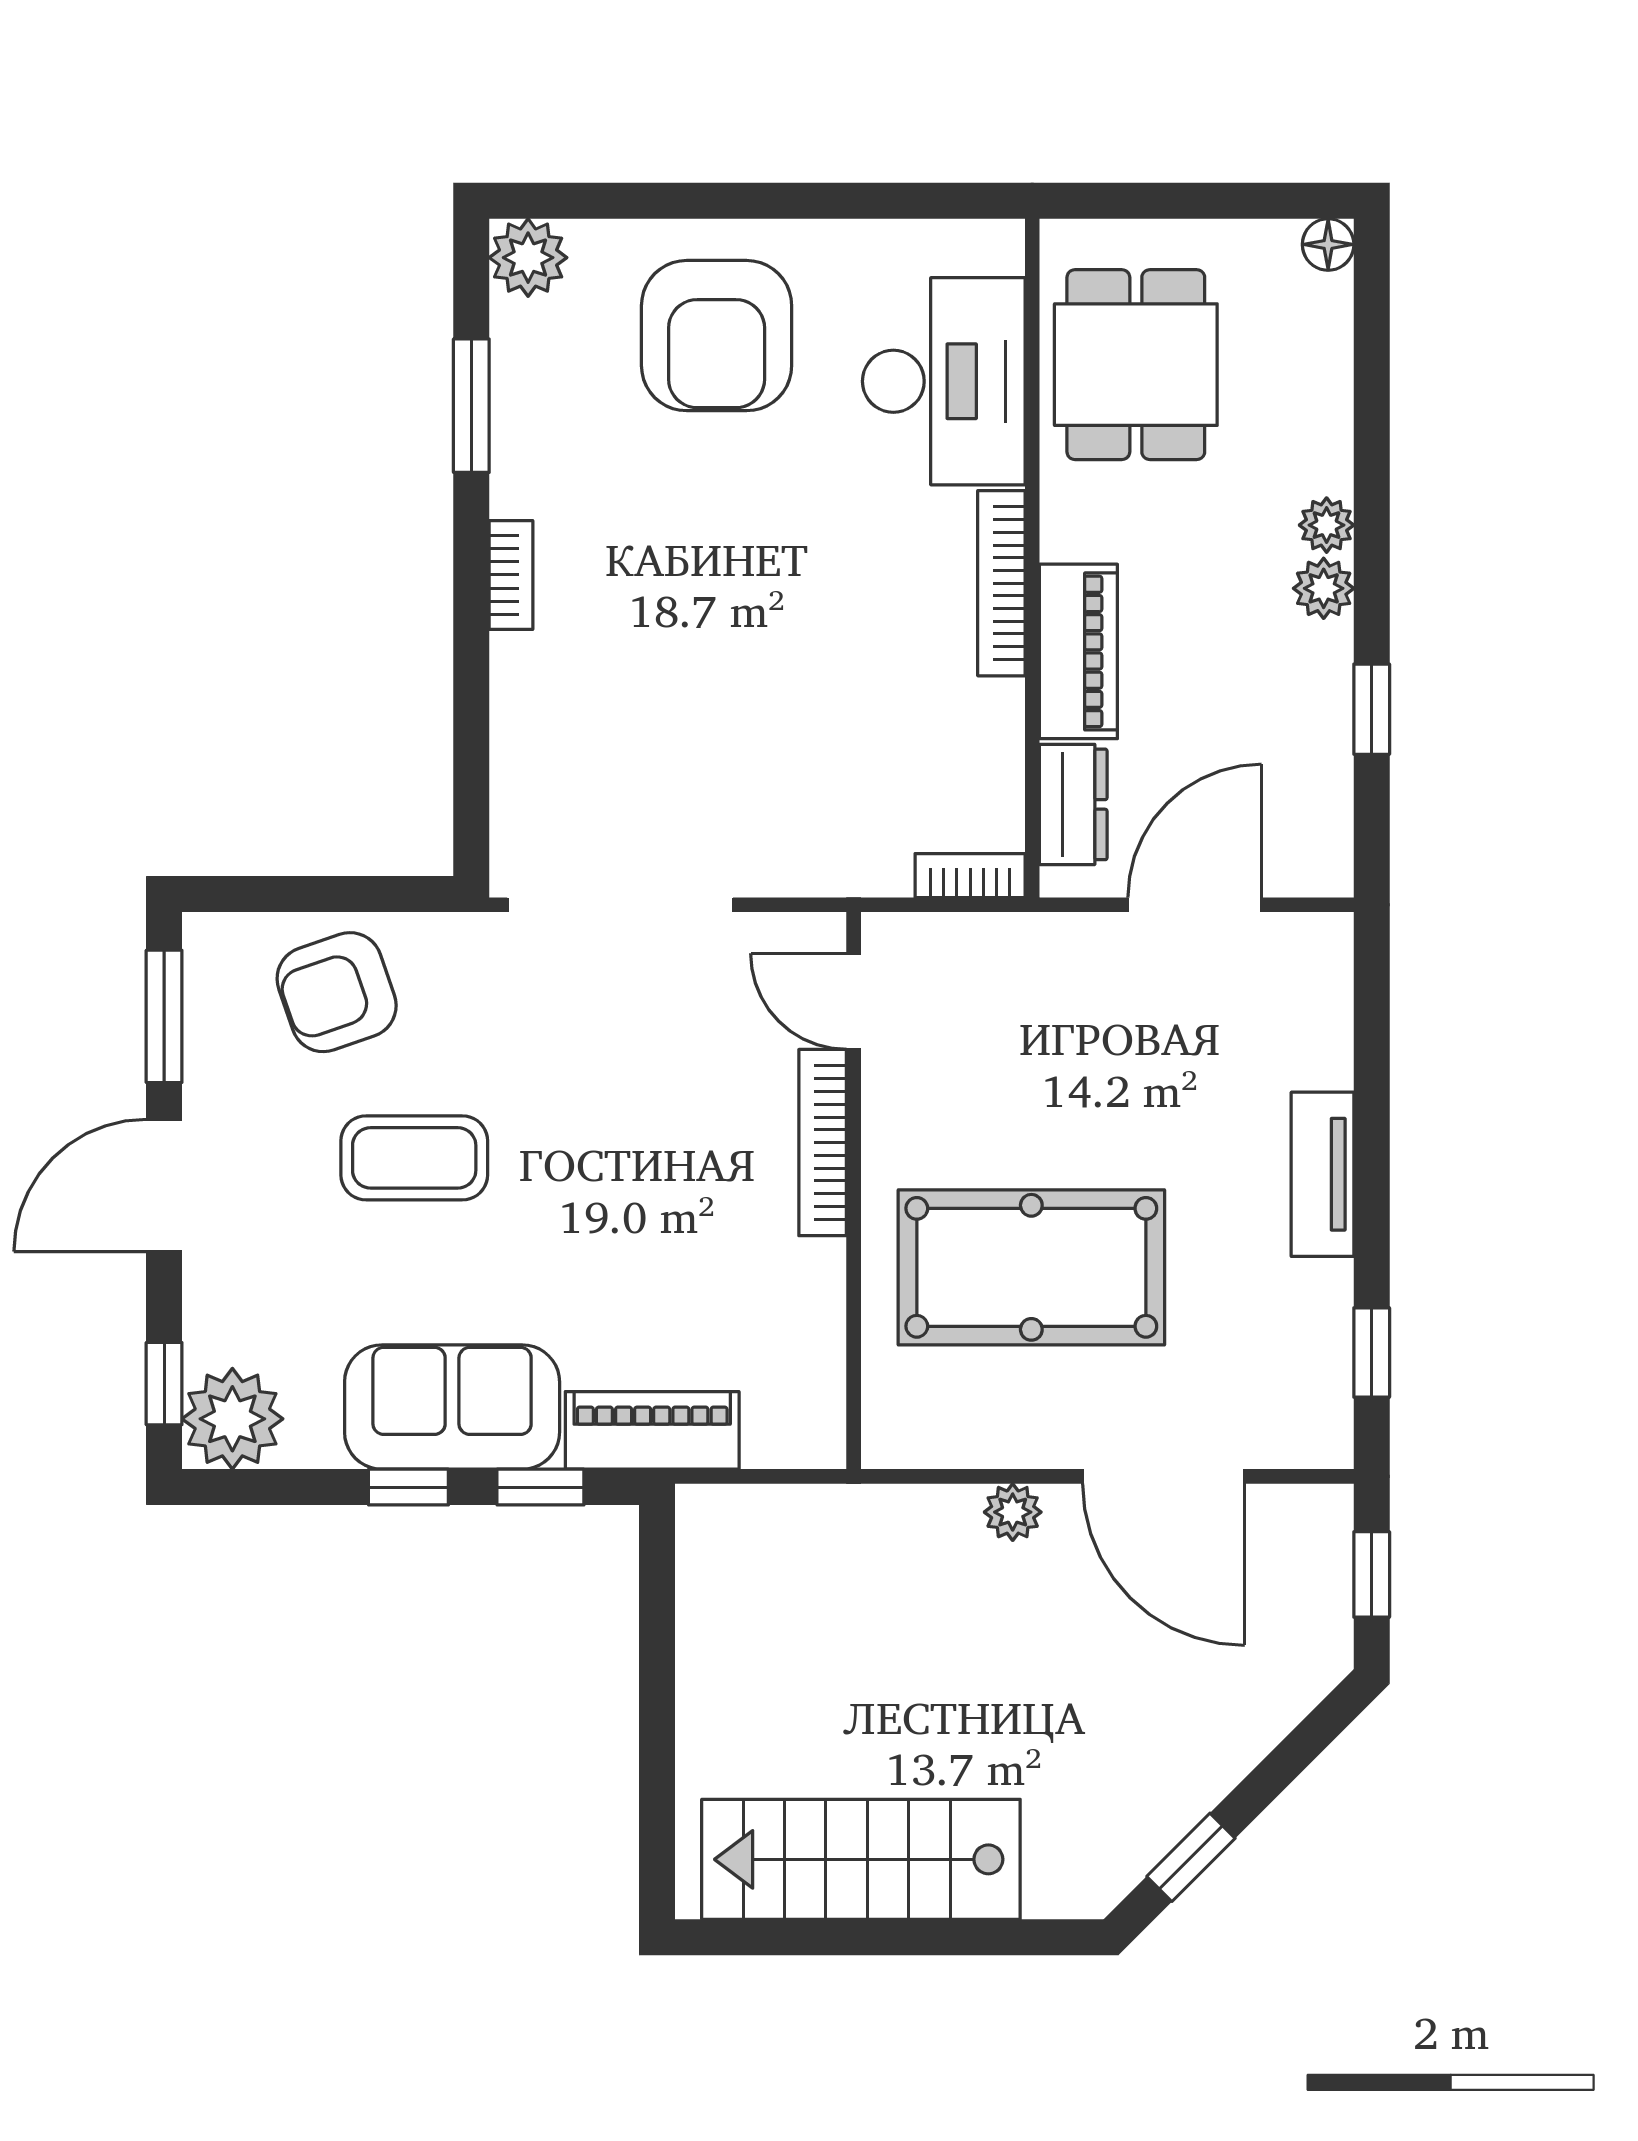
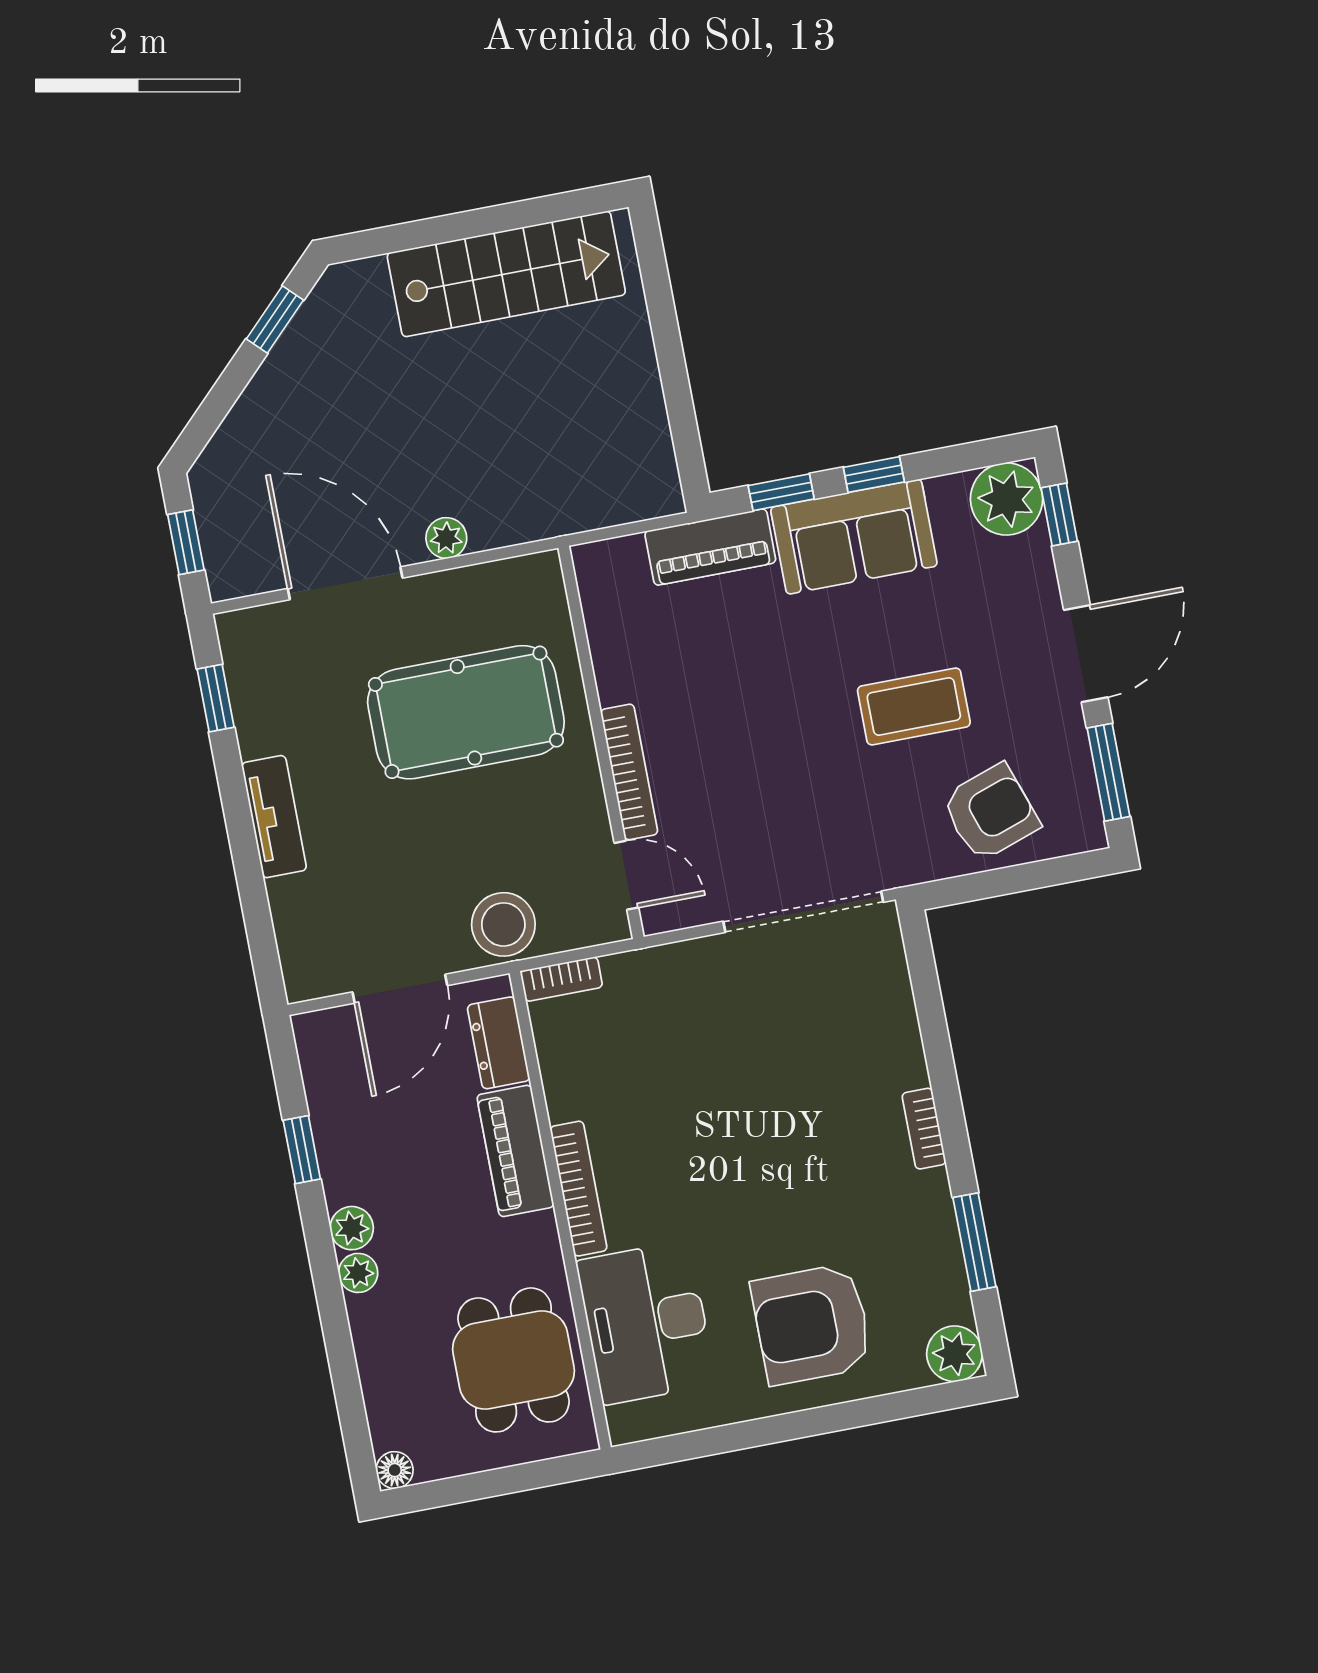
armchair: (717, 336) -> (812, 1324), turned -90
stool: (1036, 966) -> (503, 924), added

